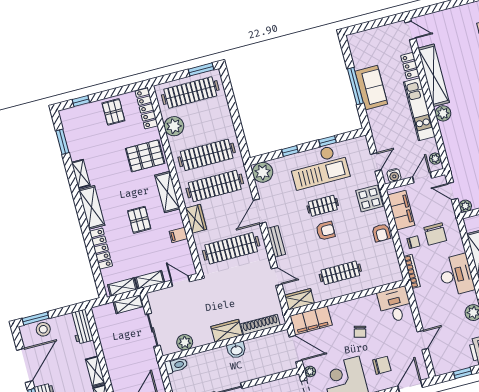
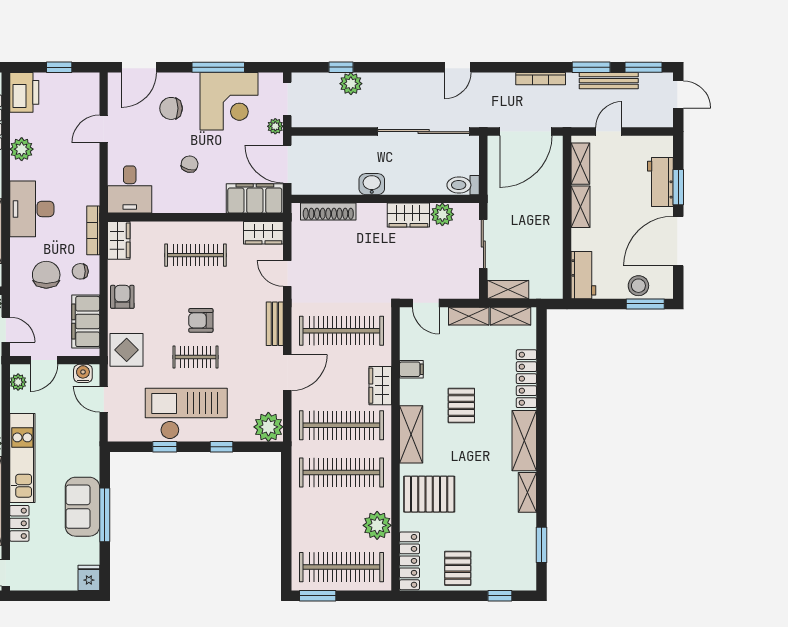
fridge: (355, 42) -> (89, 578), added
door: (376, 162) -> (104, 399), hinge flipped
wardrobe: (393, 269) -> (119, 240), added
wardrobe: (227, 331) -> (408, 215), moved

